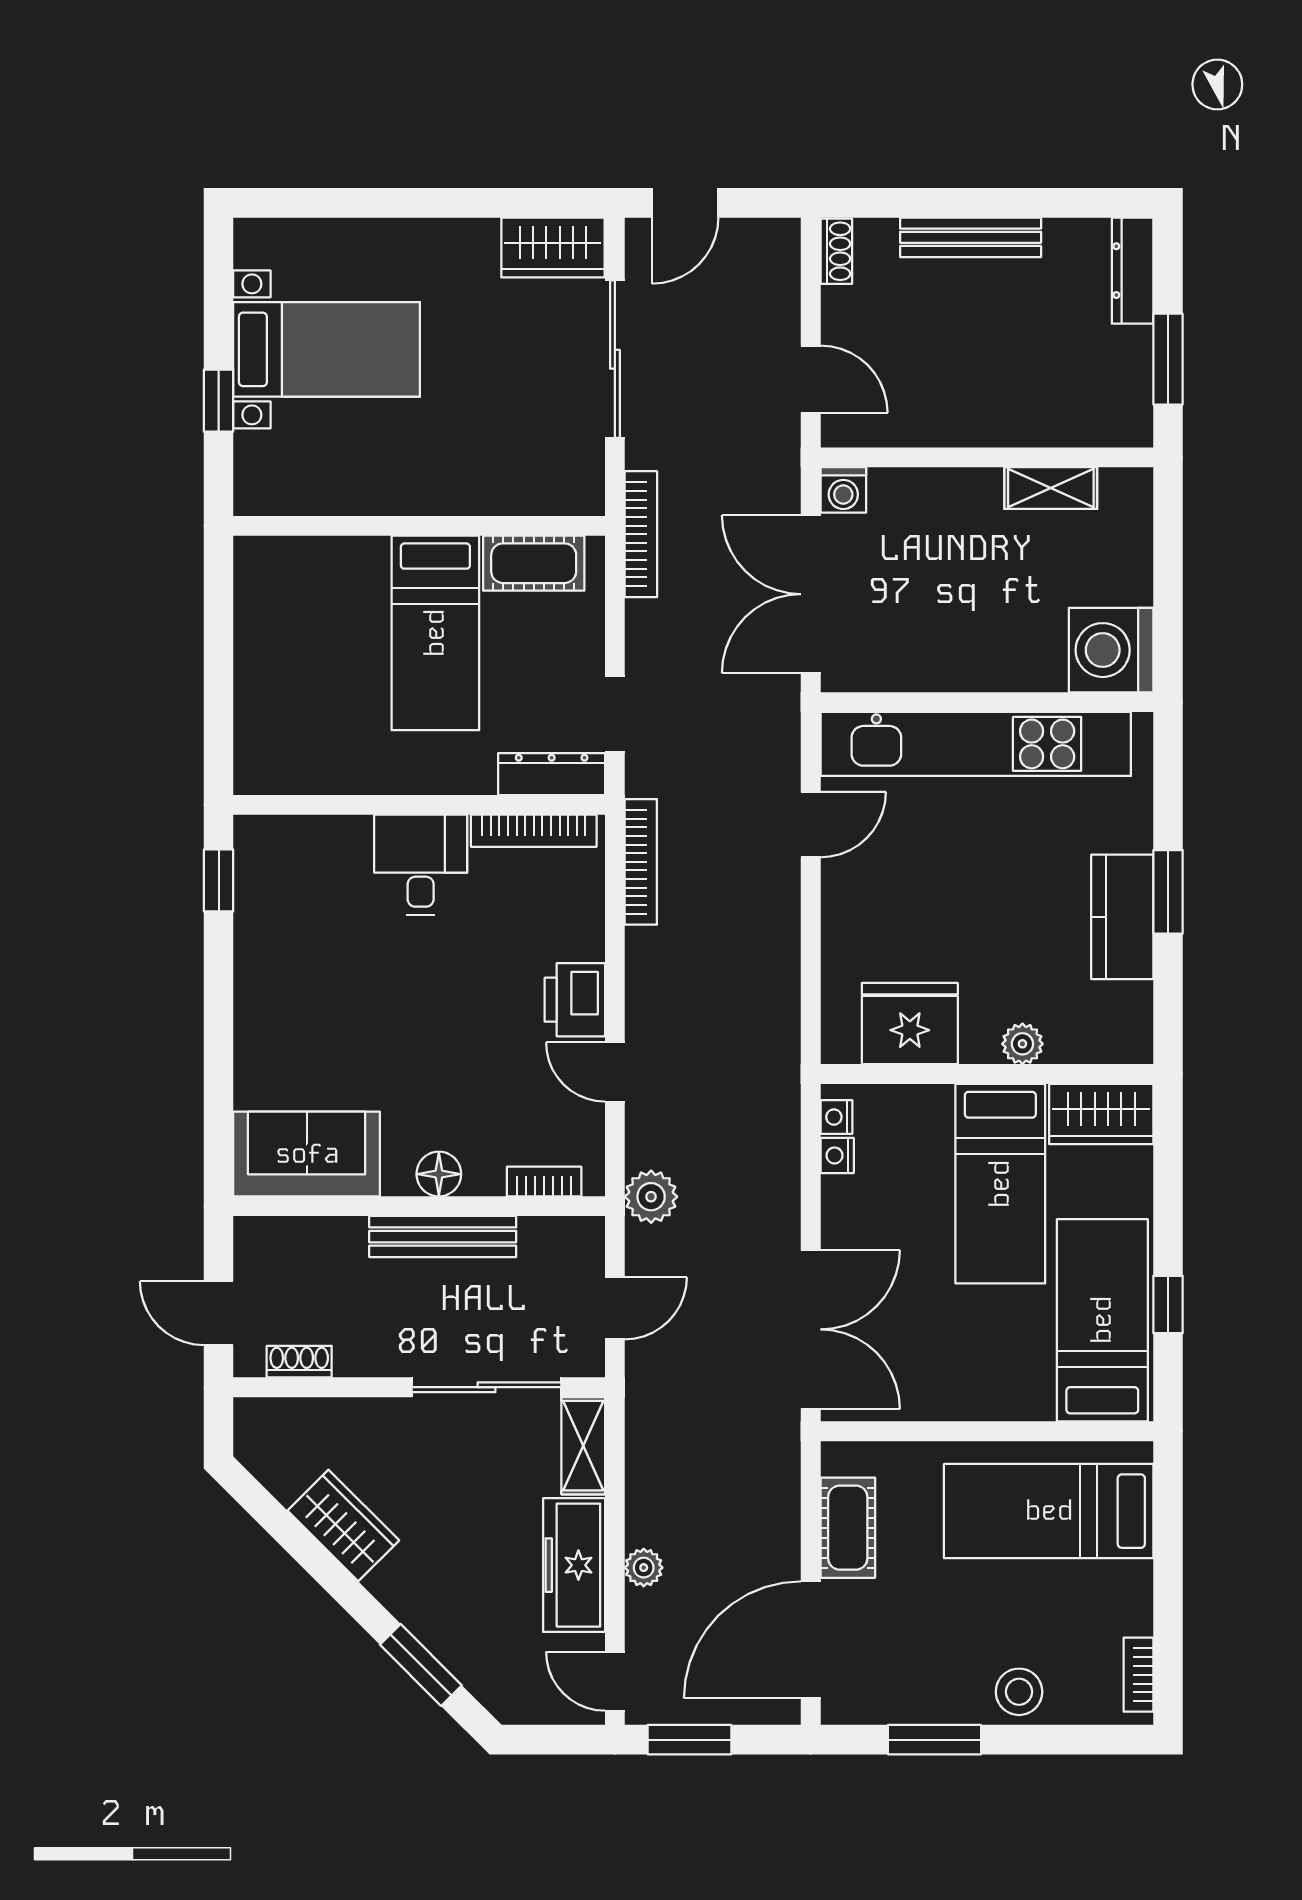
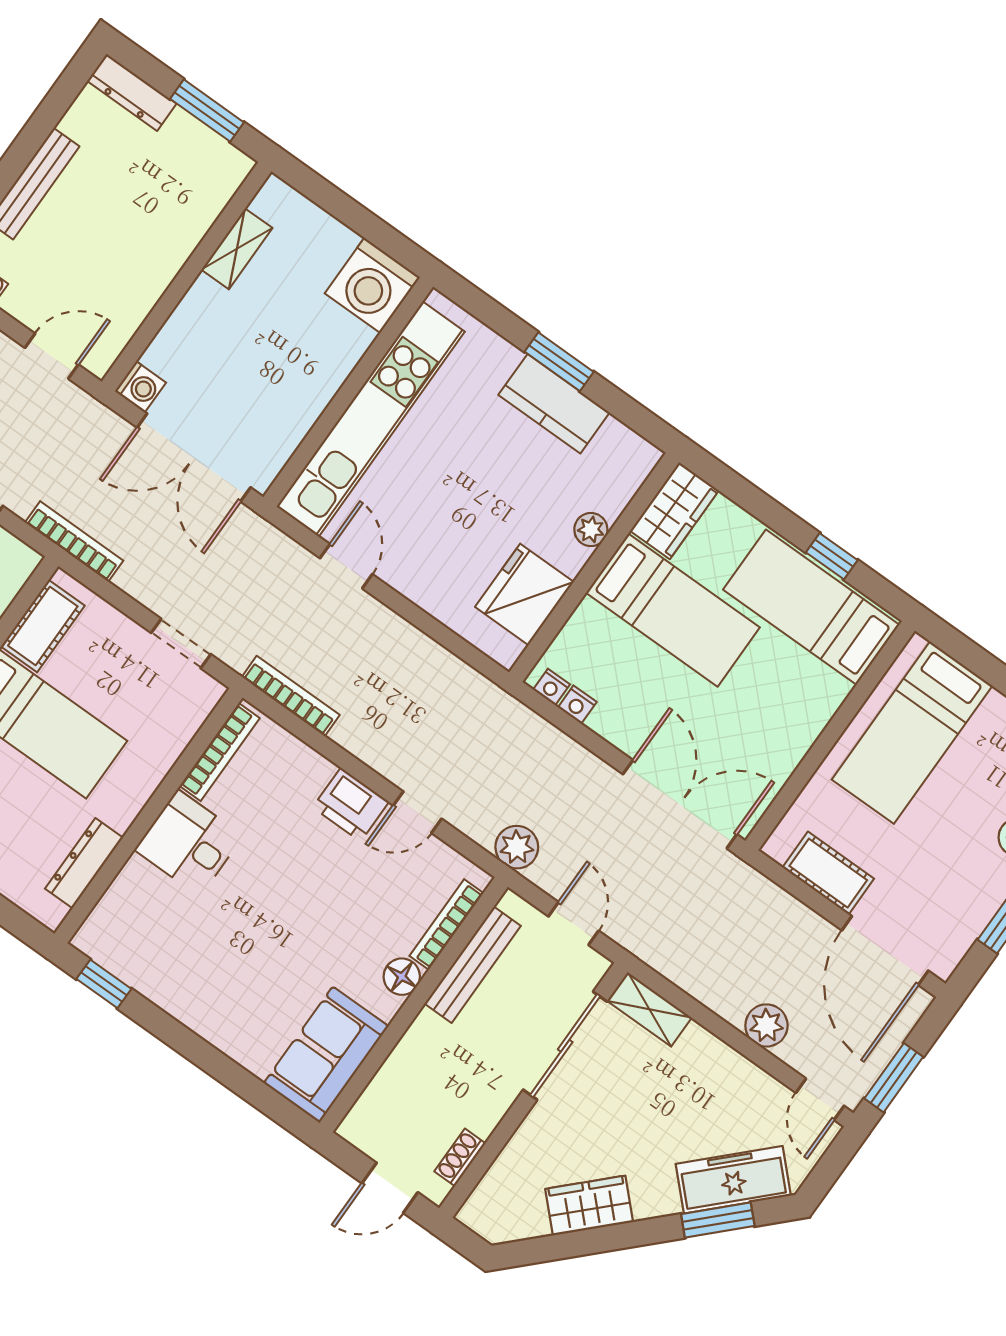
dresser: (552, 774) -> (84, 863), moved
bookcase: (544, 1182) -> (446, 924), width x1.56
bench: (443, 1237) -> (473, 965), moved
freezer: (574, 1565) -> (733, 1180), moved, turned 135
plant: (644, 1568) -> (766, 1025), width x1.38, depth x1.38
door: (615, 1681) -> (820, 1099), hinge flipped

